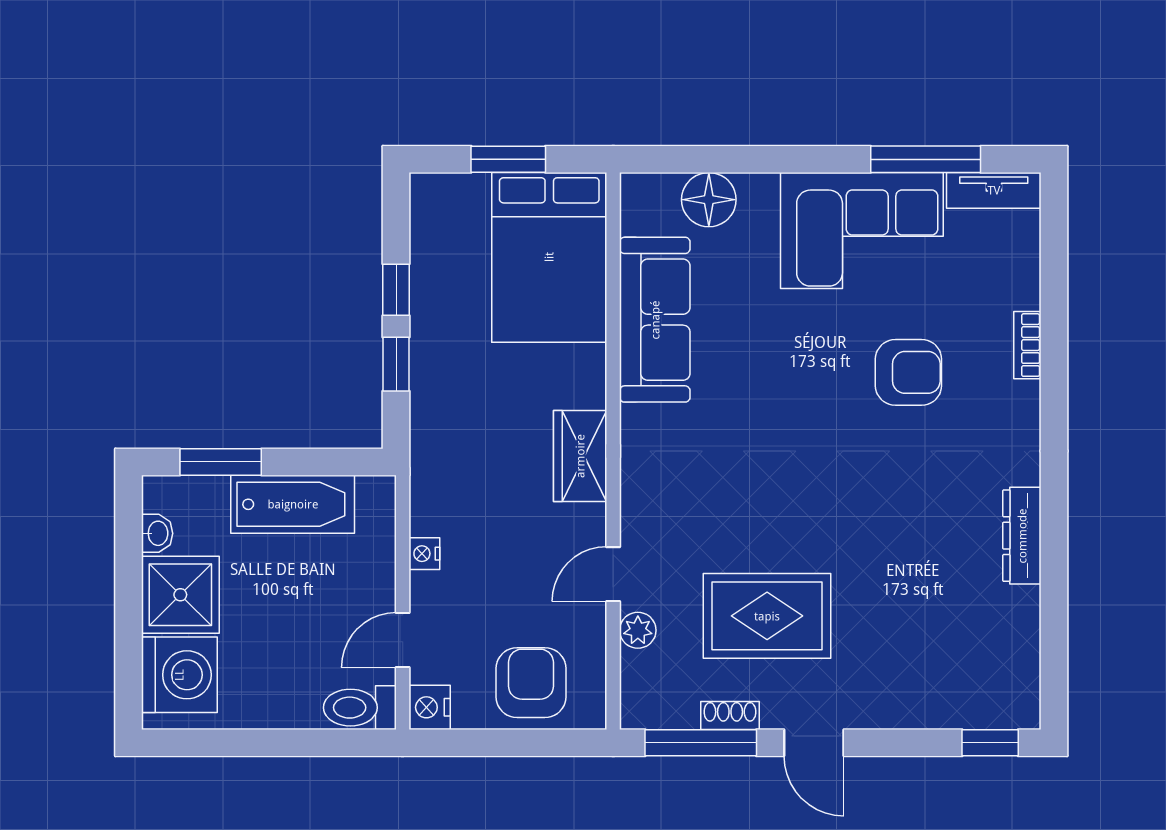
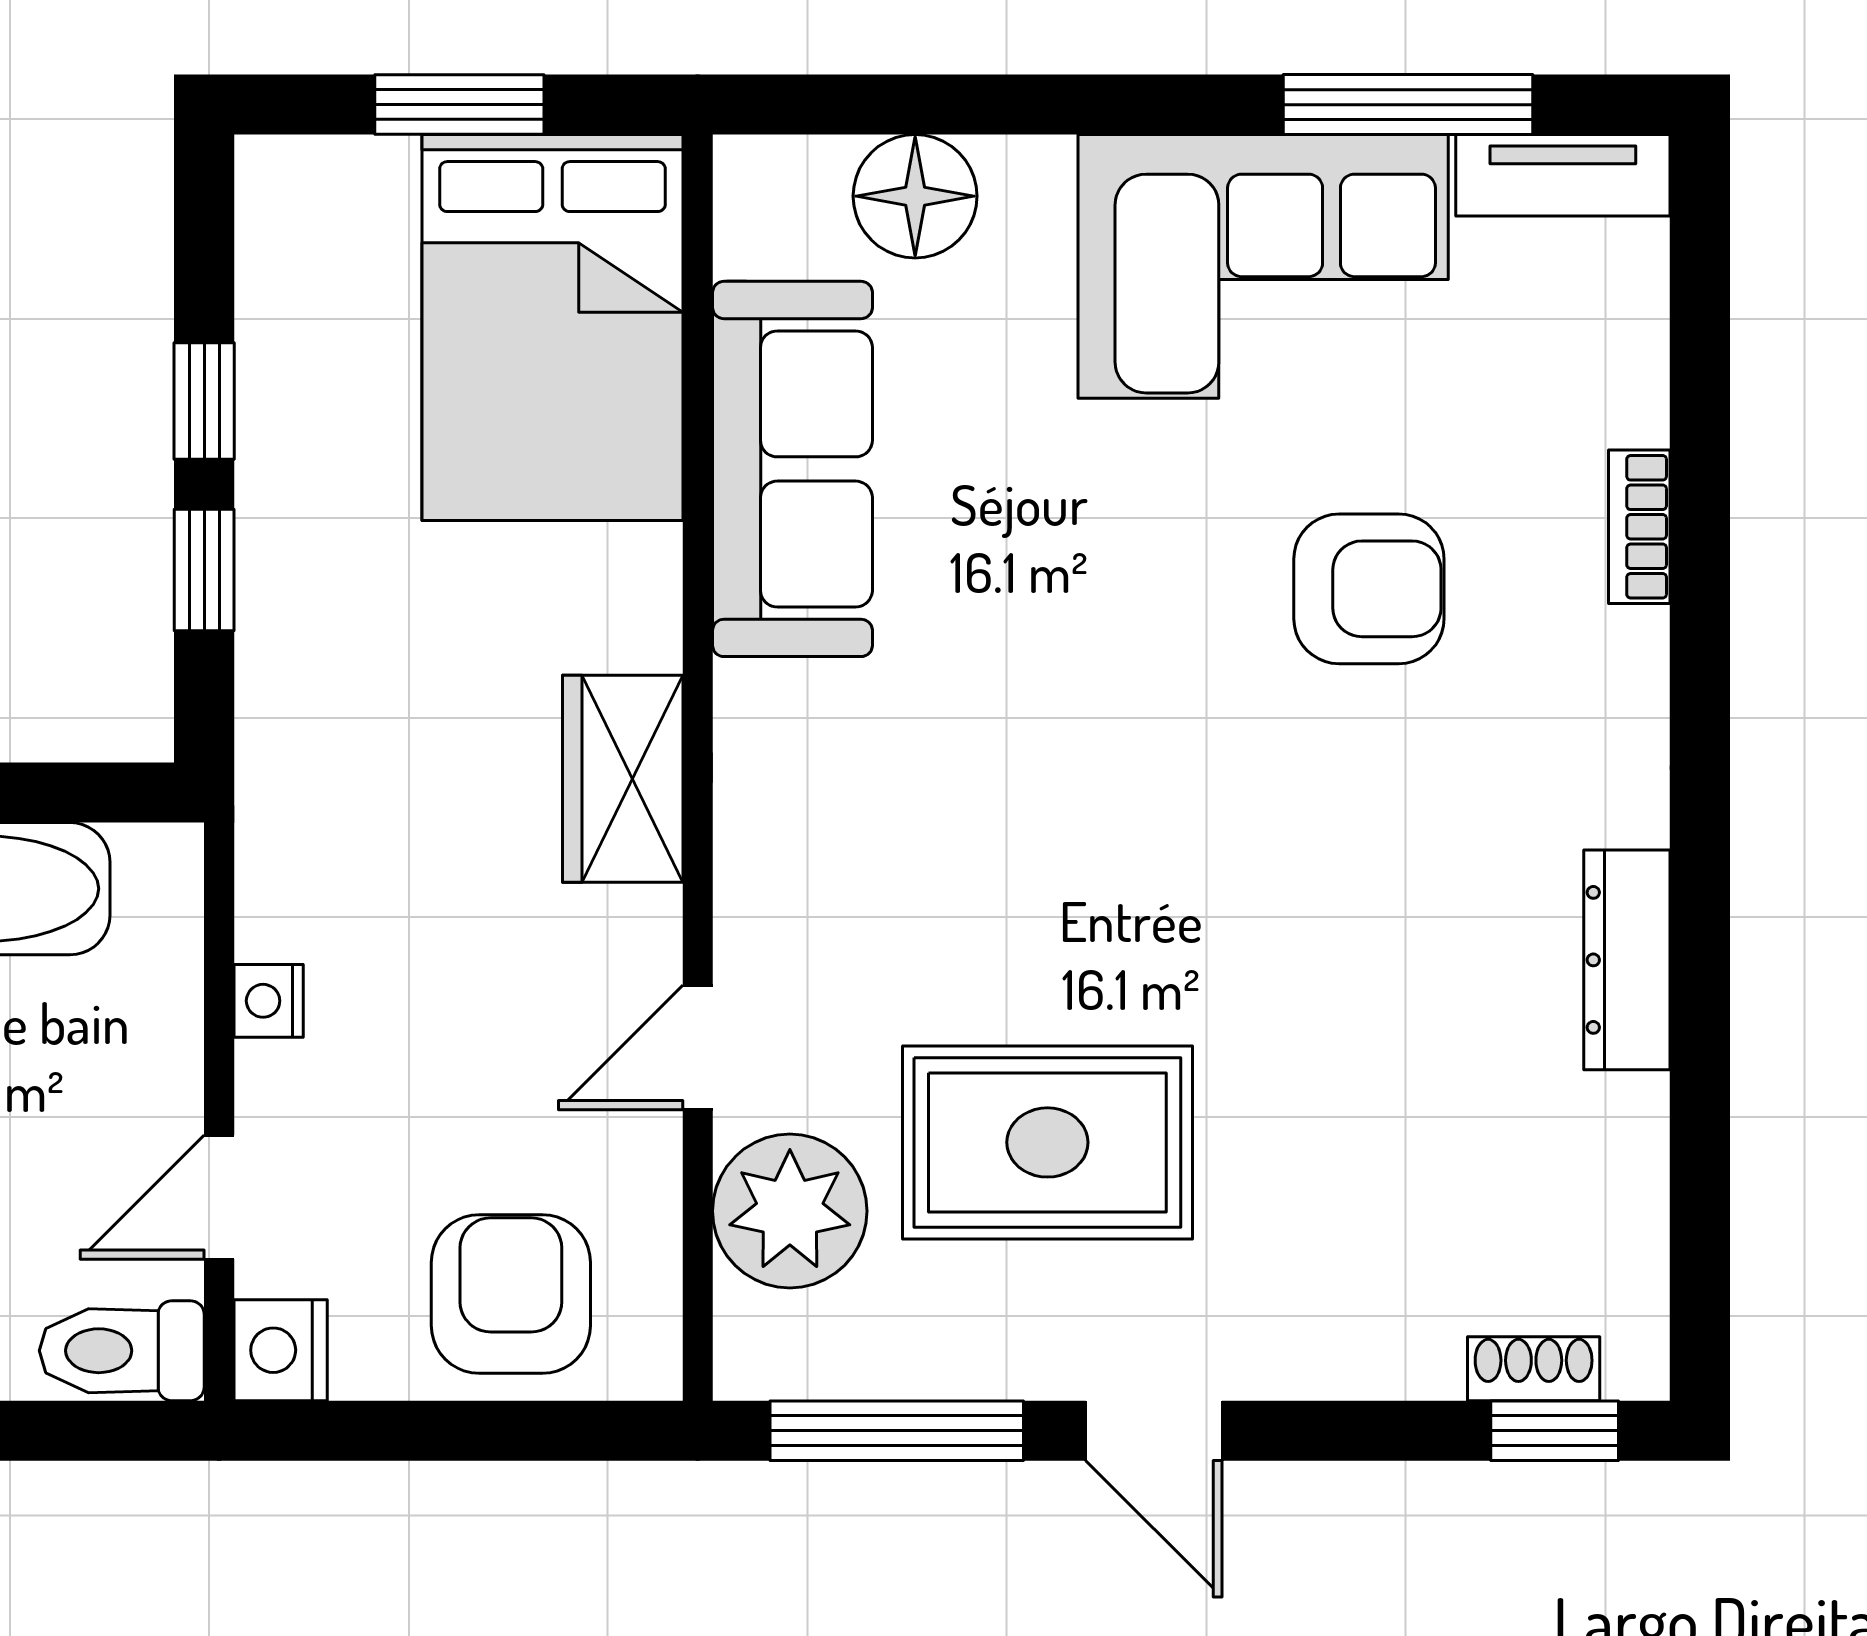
plant: (638, 630) -> (790, 1211), width x1.88, depth x1.88
shoe rack: (730, 715) -> (1534, 1369), moved

